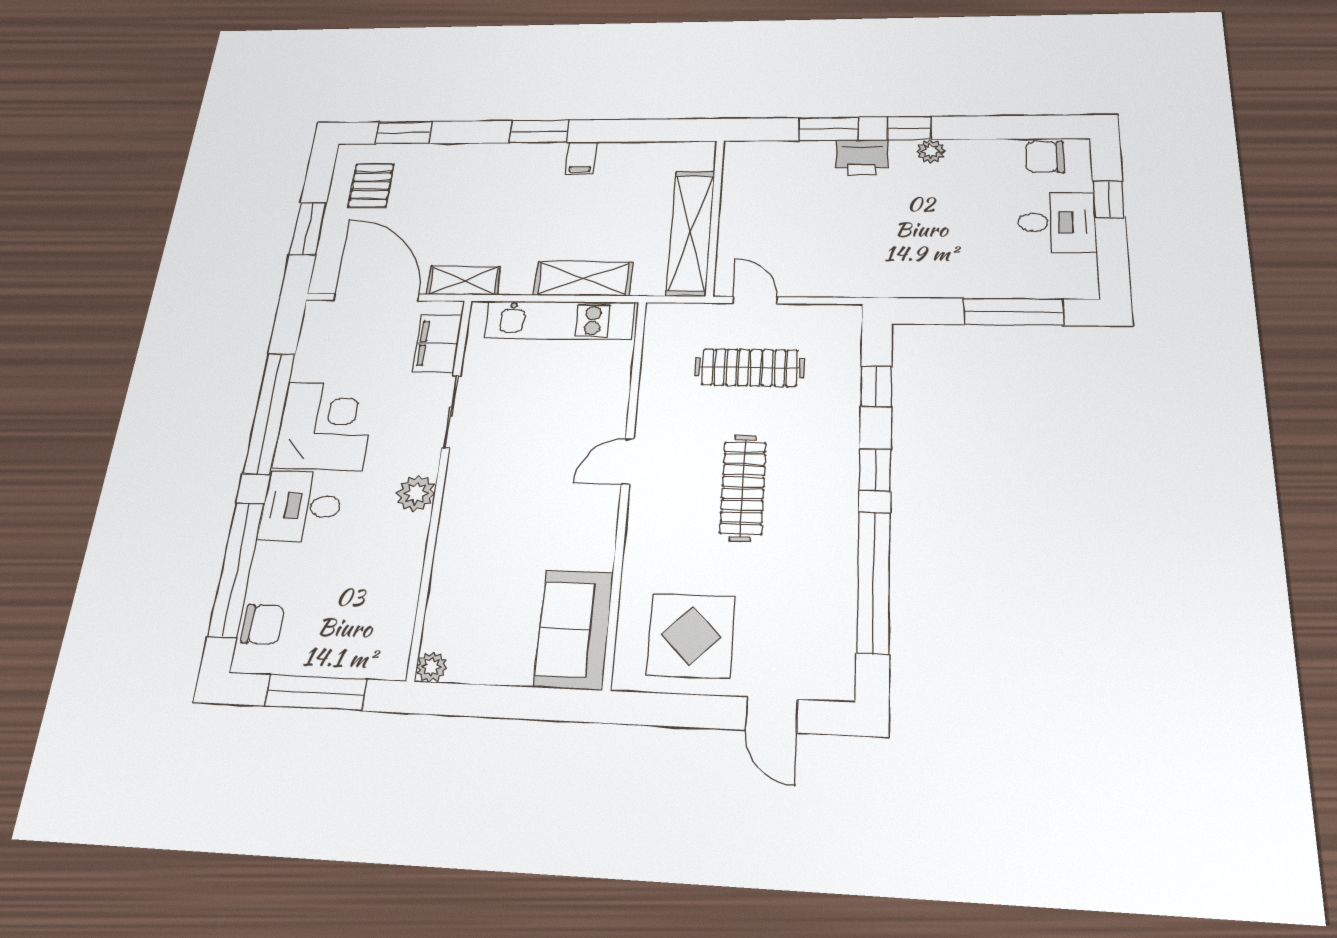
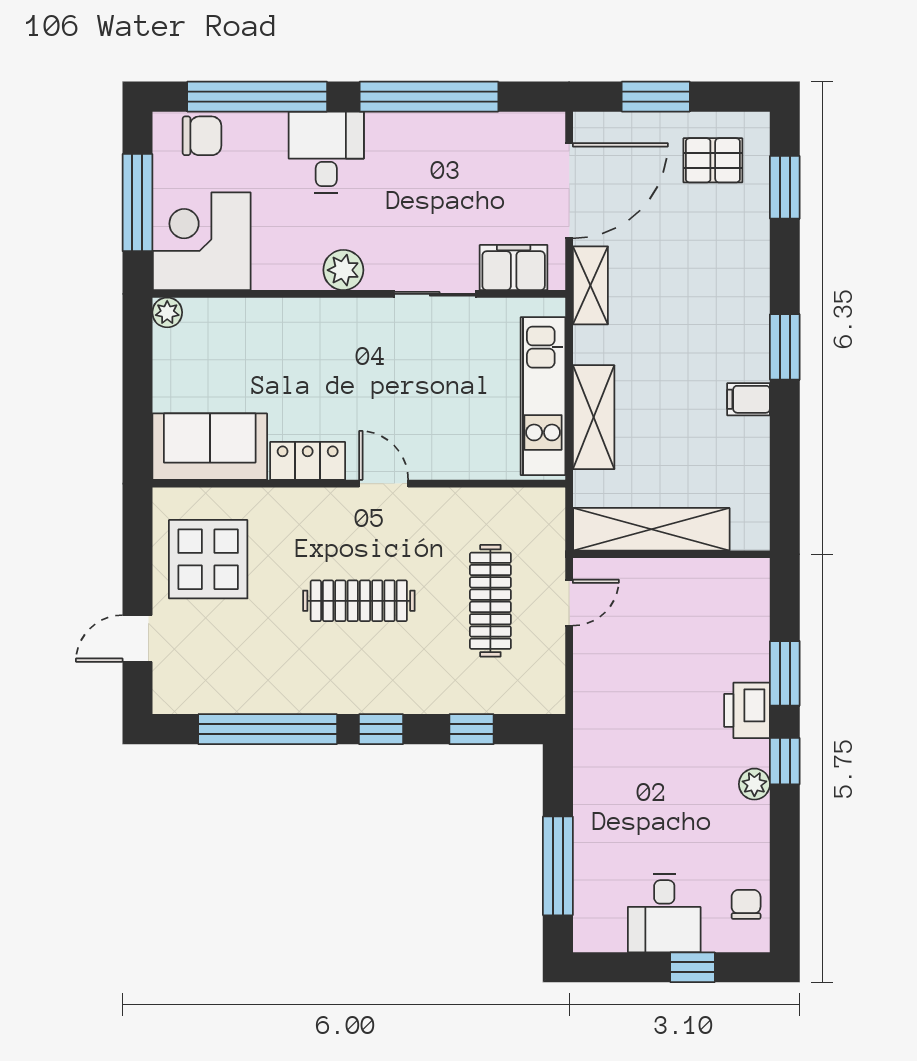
chair: (1045, 157) -> (746, 904), width x0.73, depth x0.73
corner desk: (325, 426) -> (202, 241), moved, turned 180
locker: (598, 533) -> (308, 461), added
chair: (263, 624) -> (202, 136), turned -90

